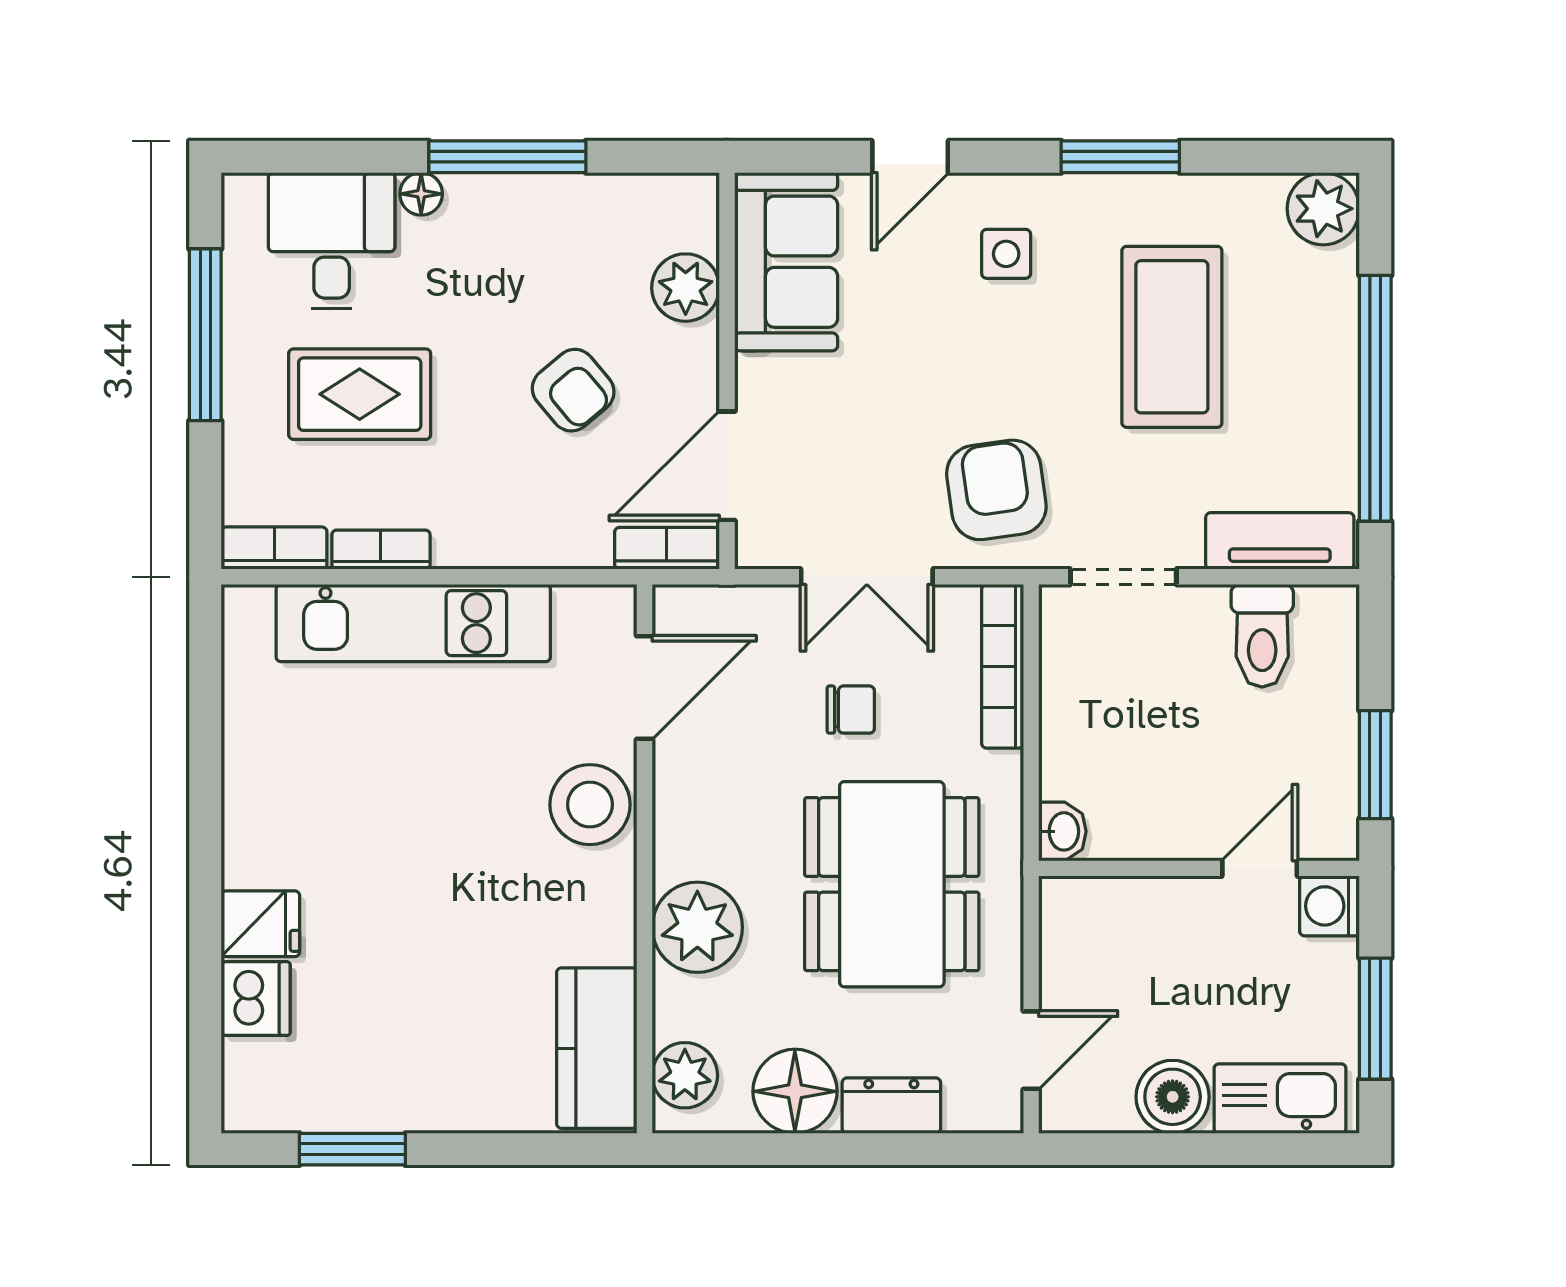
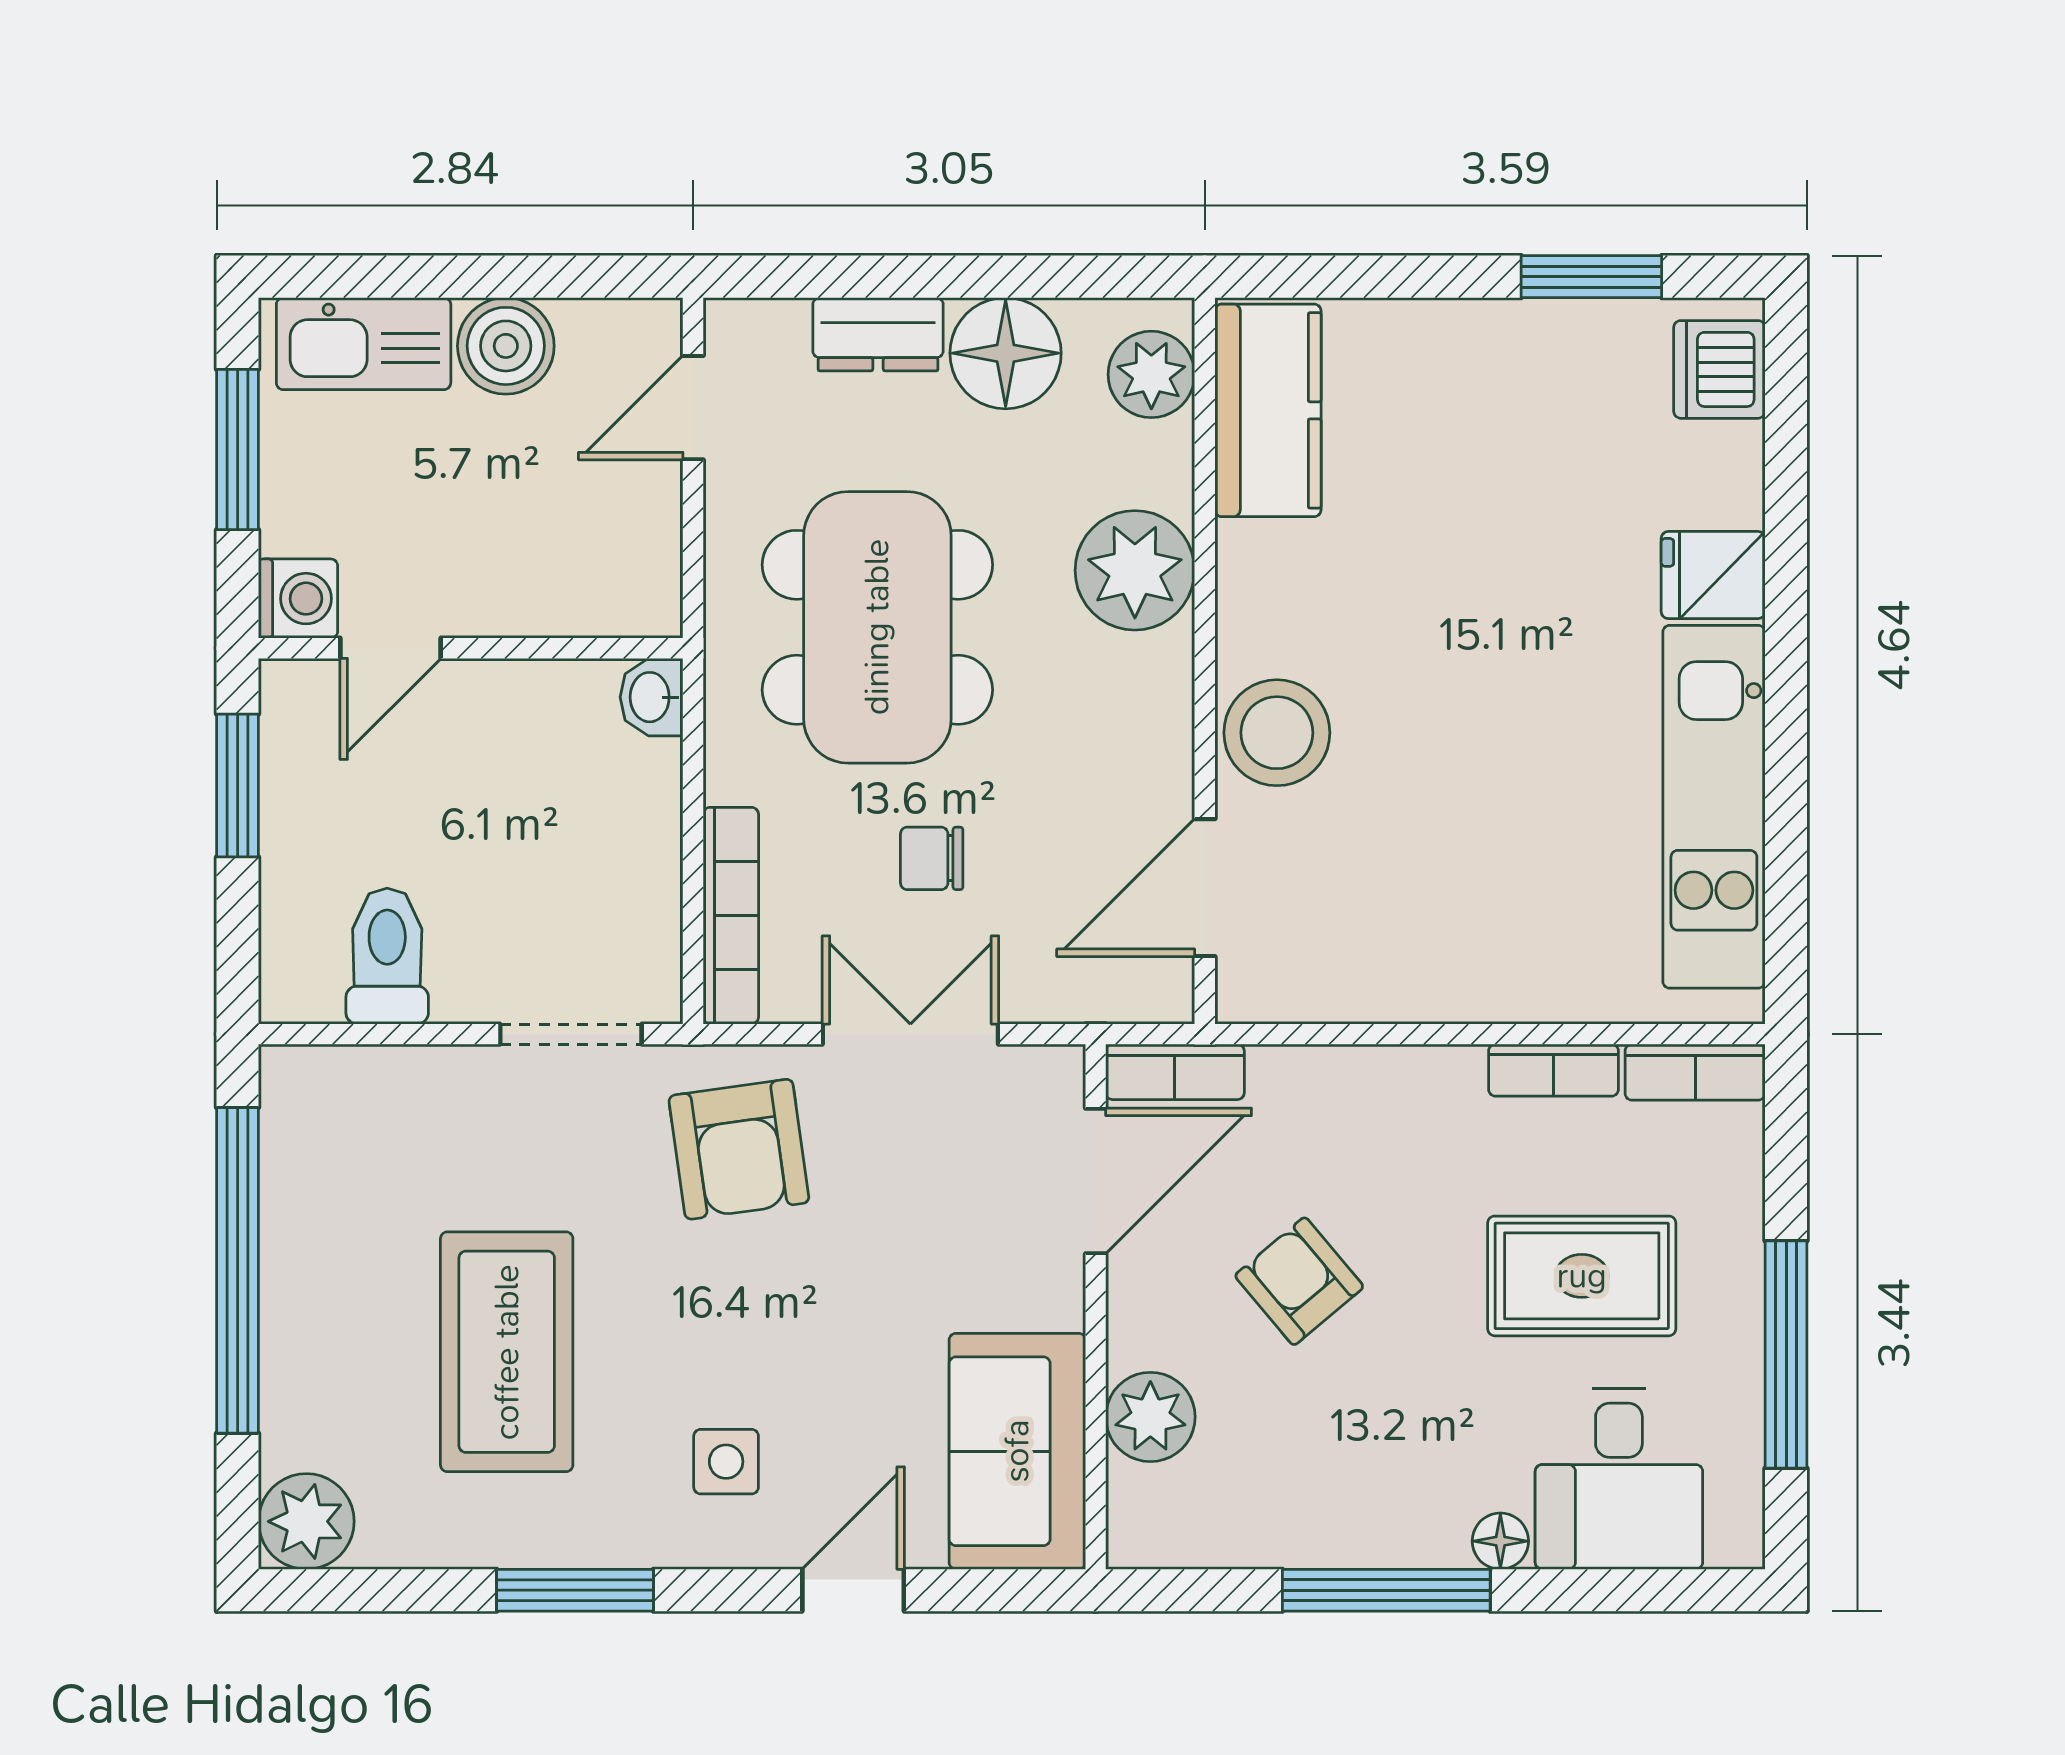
tv unit: (1280, 541) -> (364, 1082), removed
kitchen unit: (413, 623) -> (1714, 807), moved, turned -90
dishwasher: (256, 999) -> (1719, 369), moved

